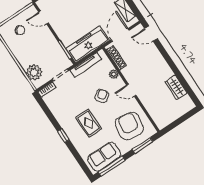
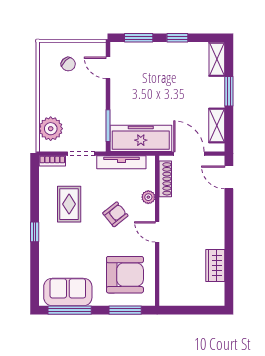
door: (120, 35) -> (189, 154), hinge flipped
rug: (89, 123) -> (69, 204), moved
armchair: (129, 126) -> (125, 275), turned 81

